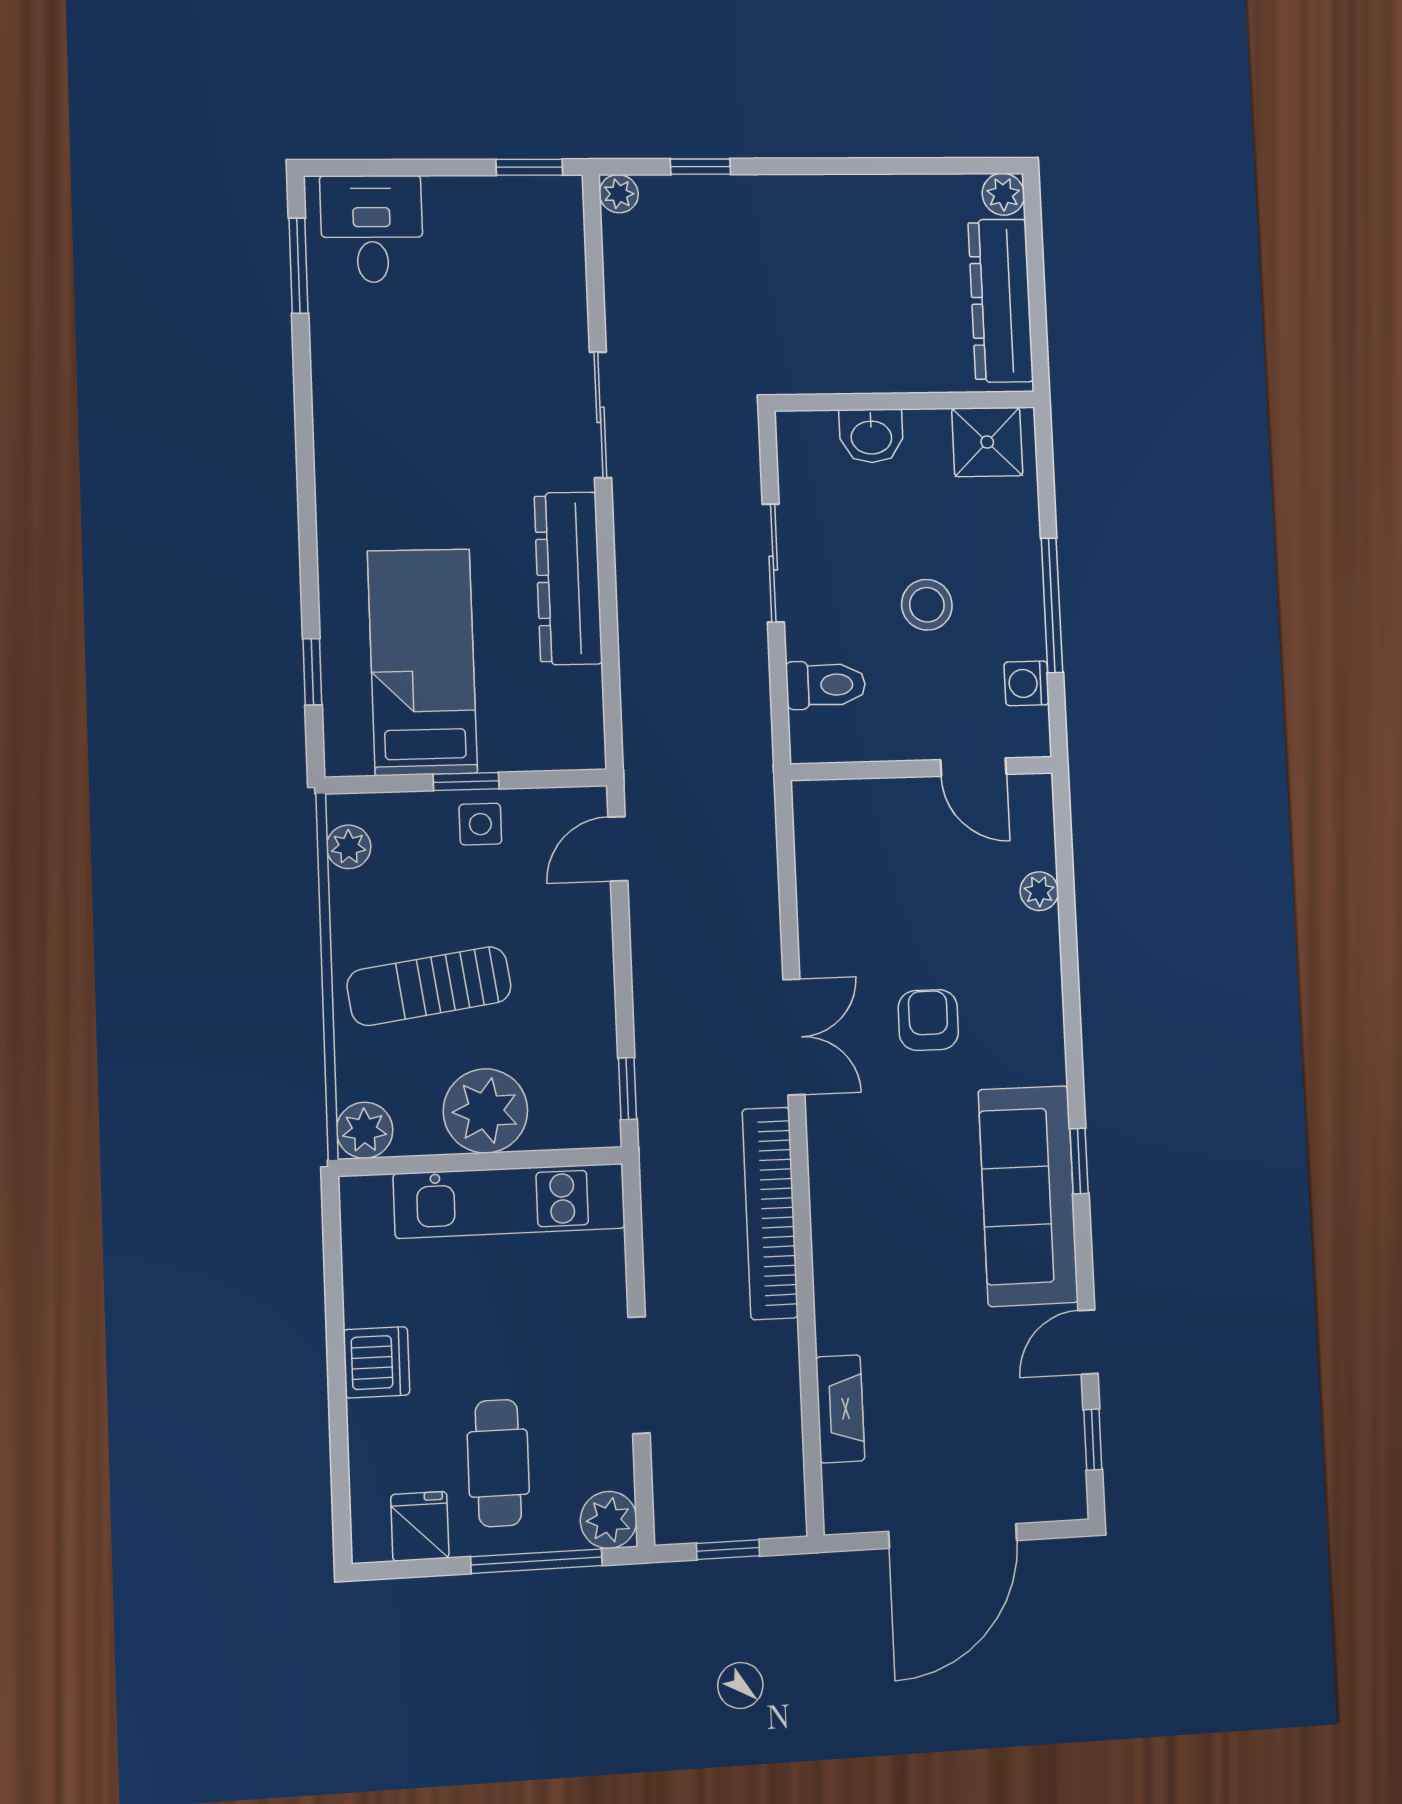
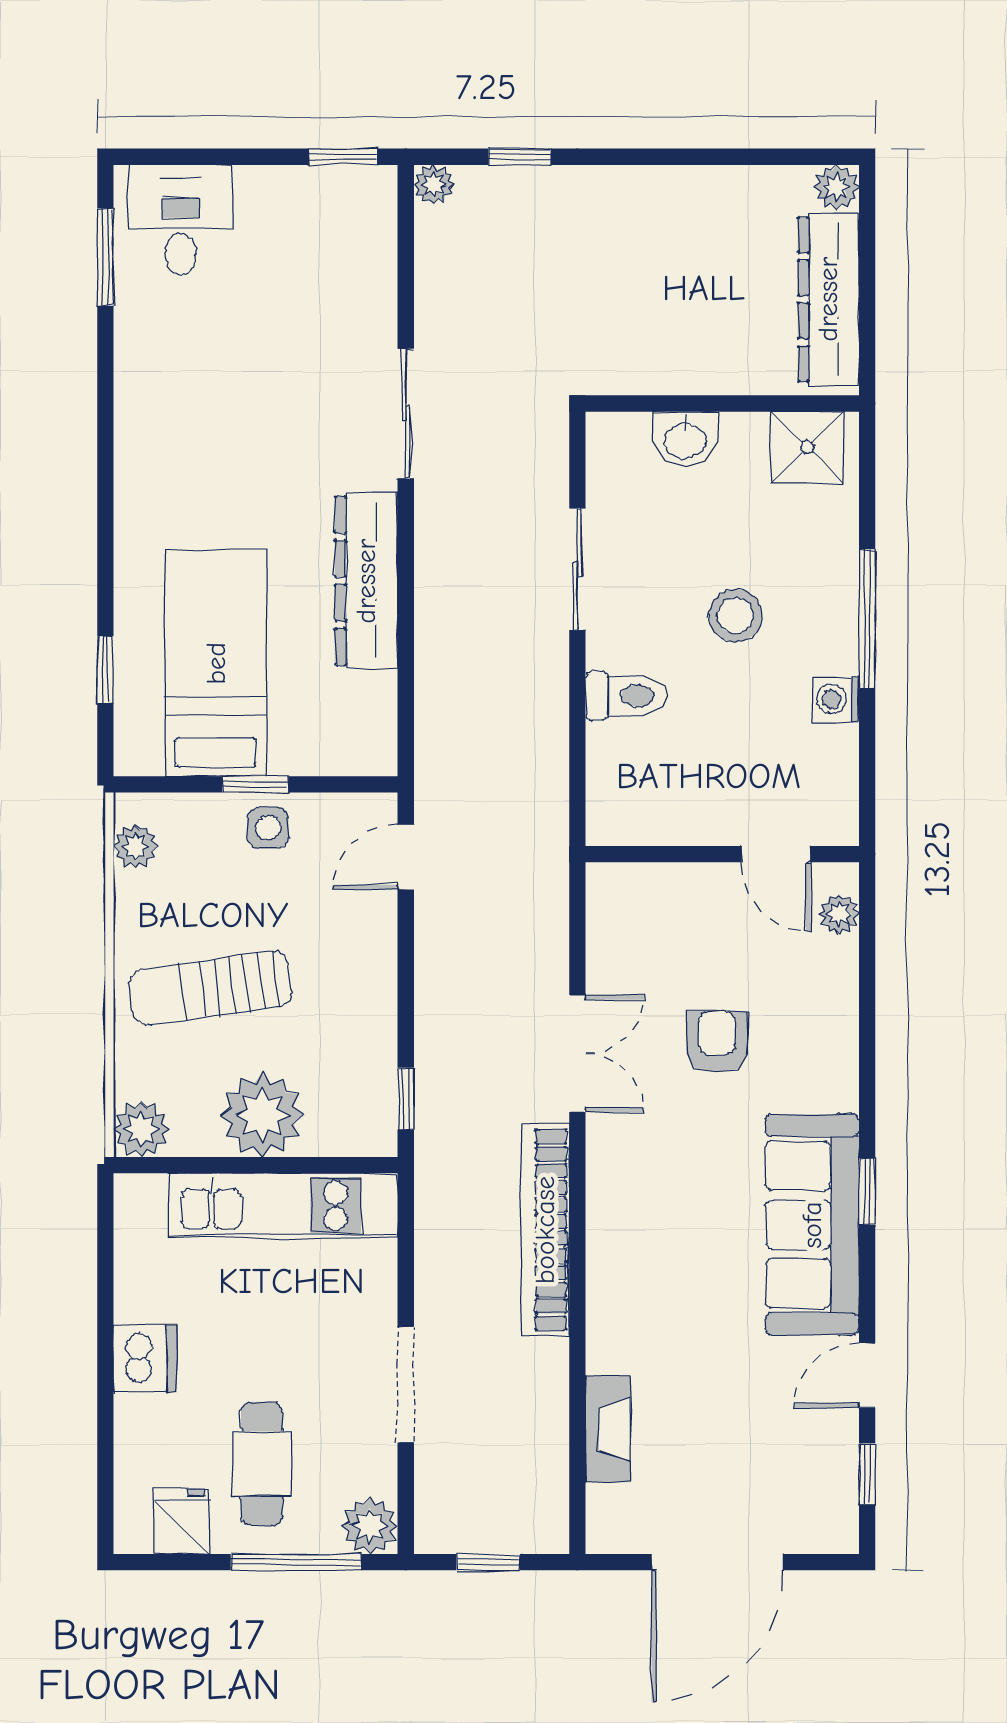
door: (973, 767) -> (776, 854), moved
wall: (922, 768) -> (722, 854), moved

